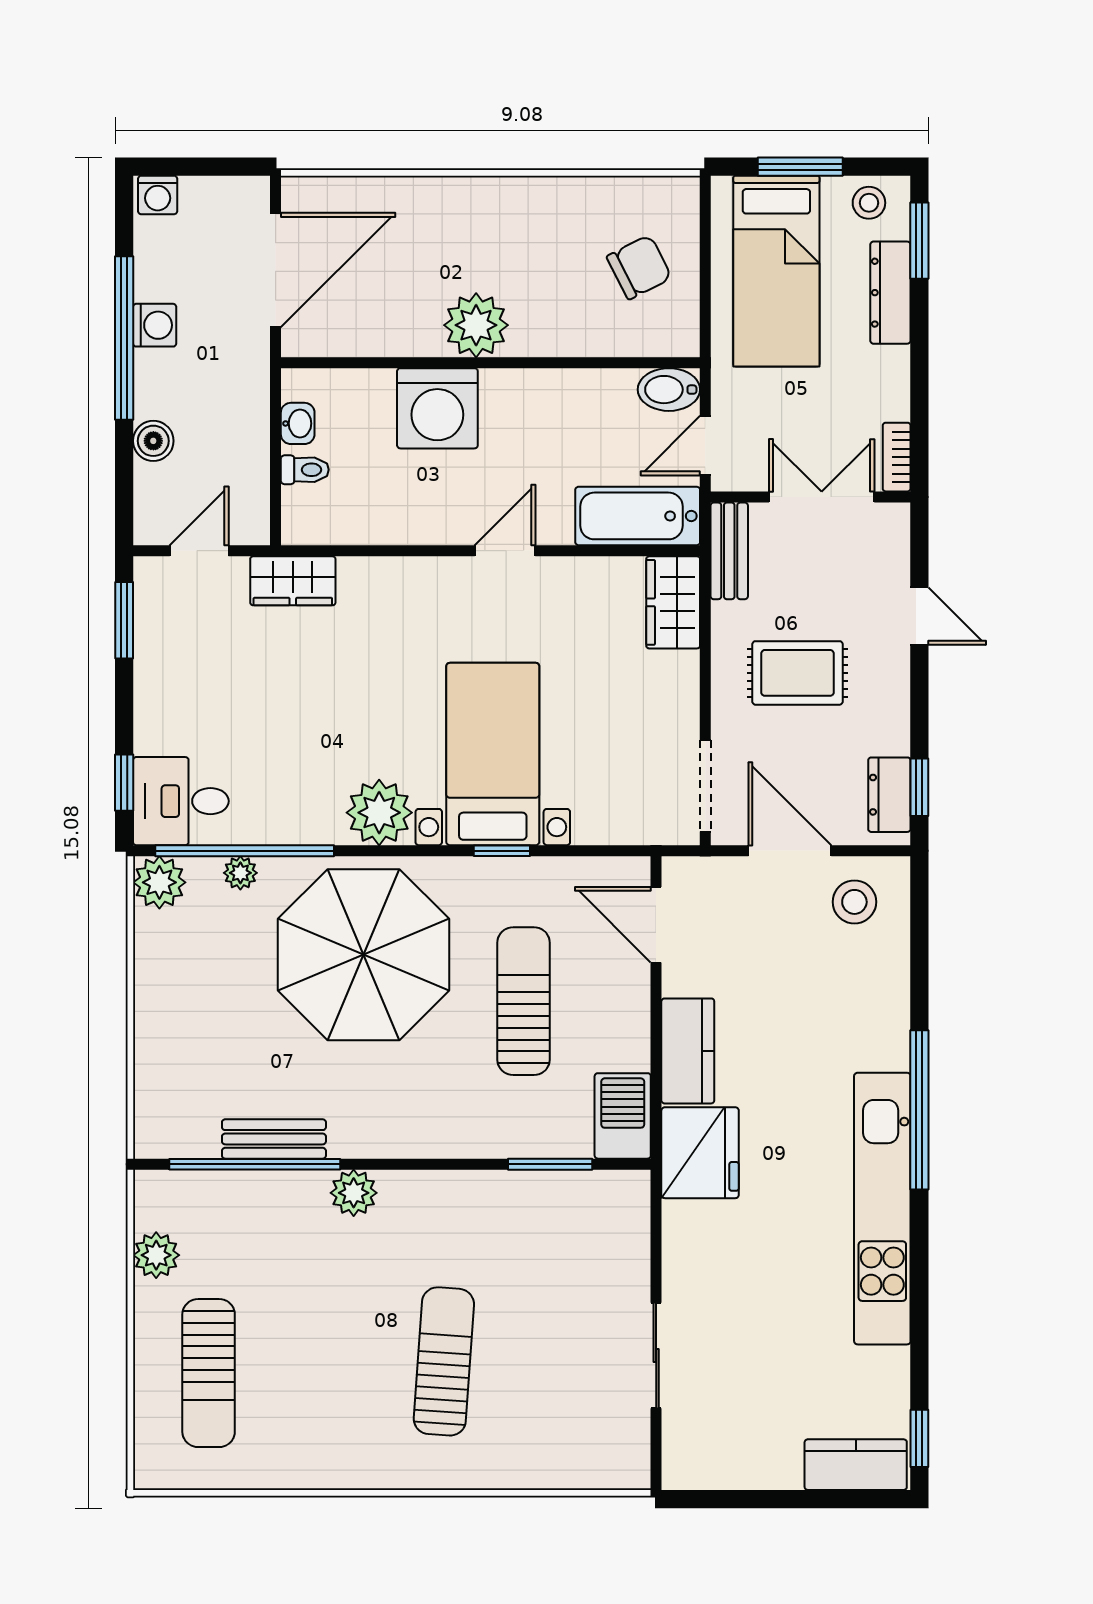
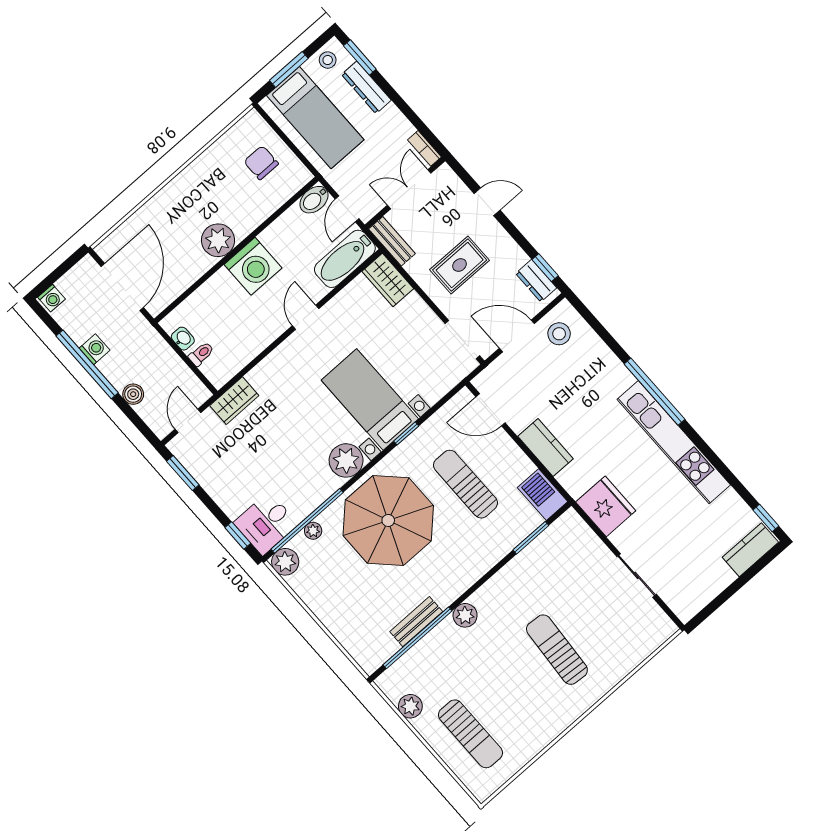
chair: (639, 267) -> (261, 163), turned -63
washing machine: (437, 408) -> (253, 266), moved
fridge: (700, 1153) -> (606, 506), moved

